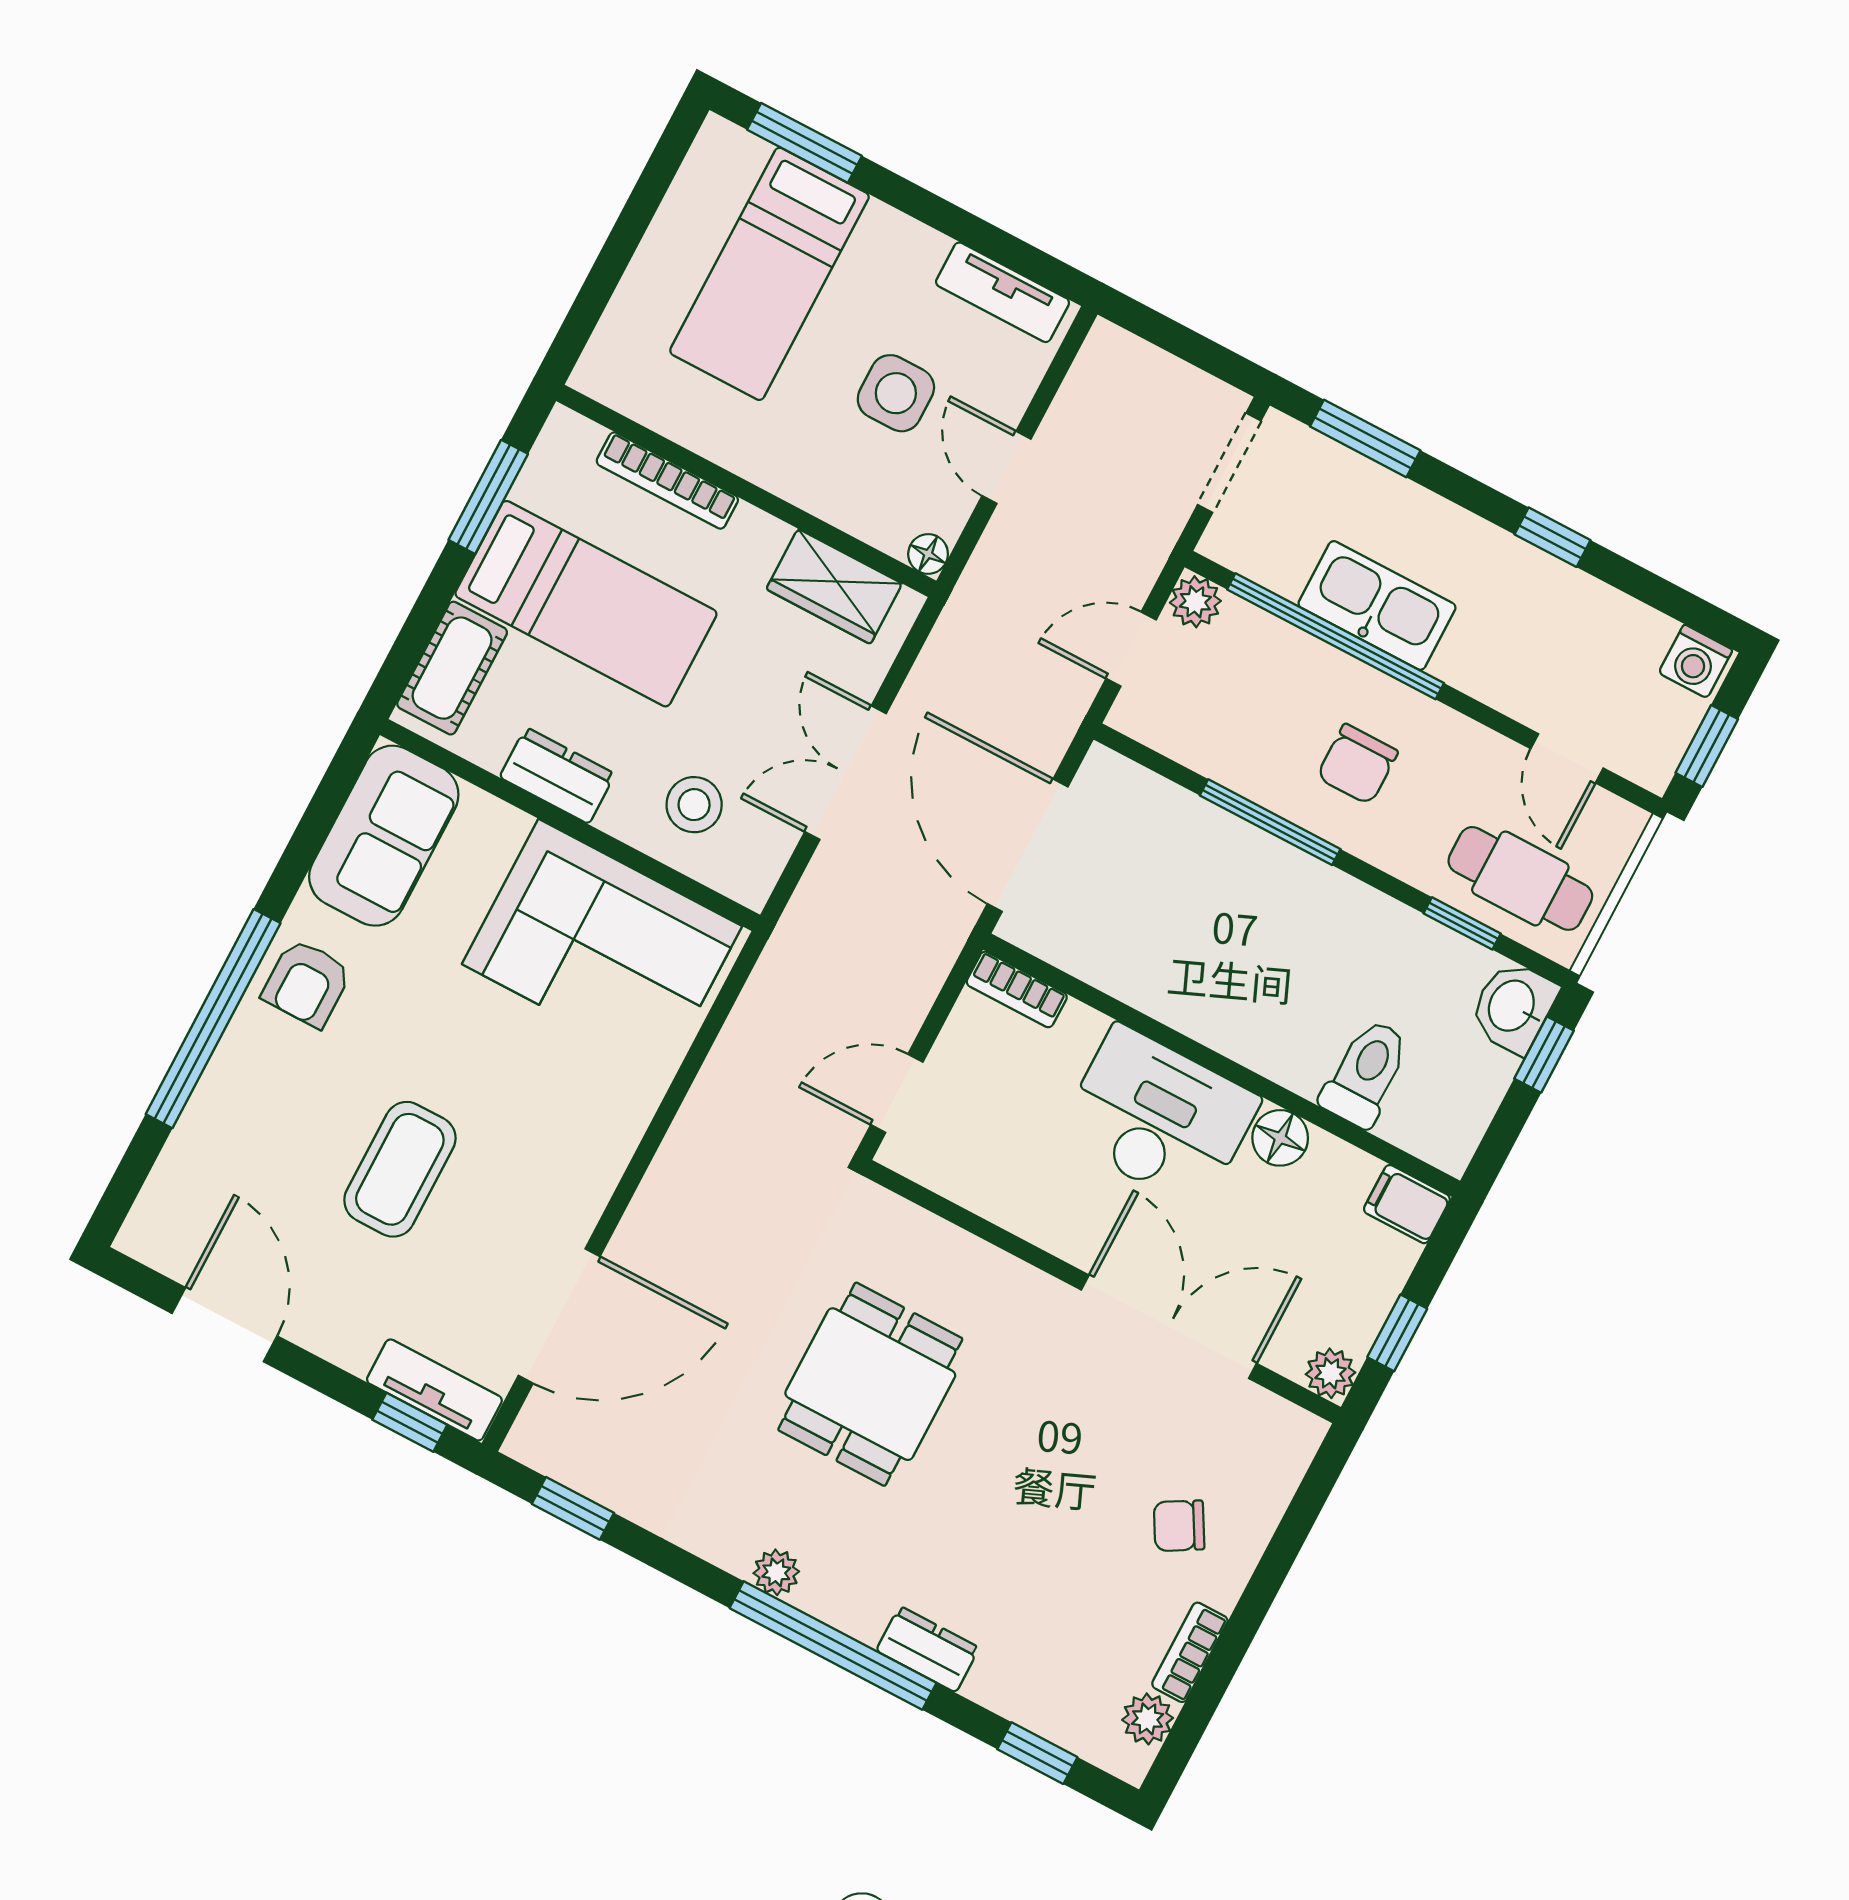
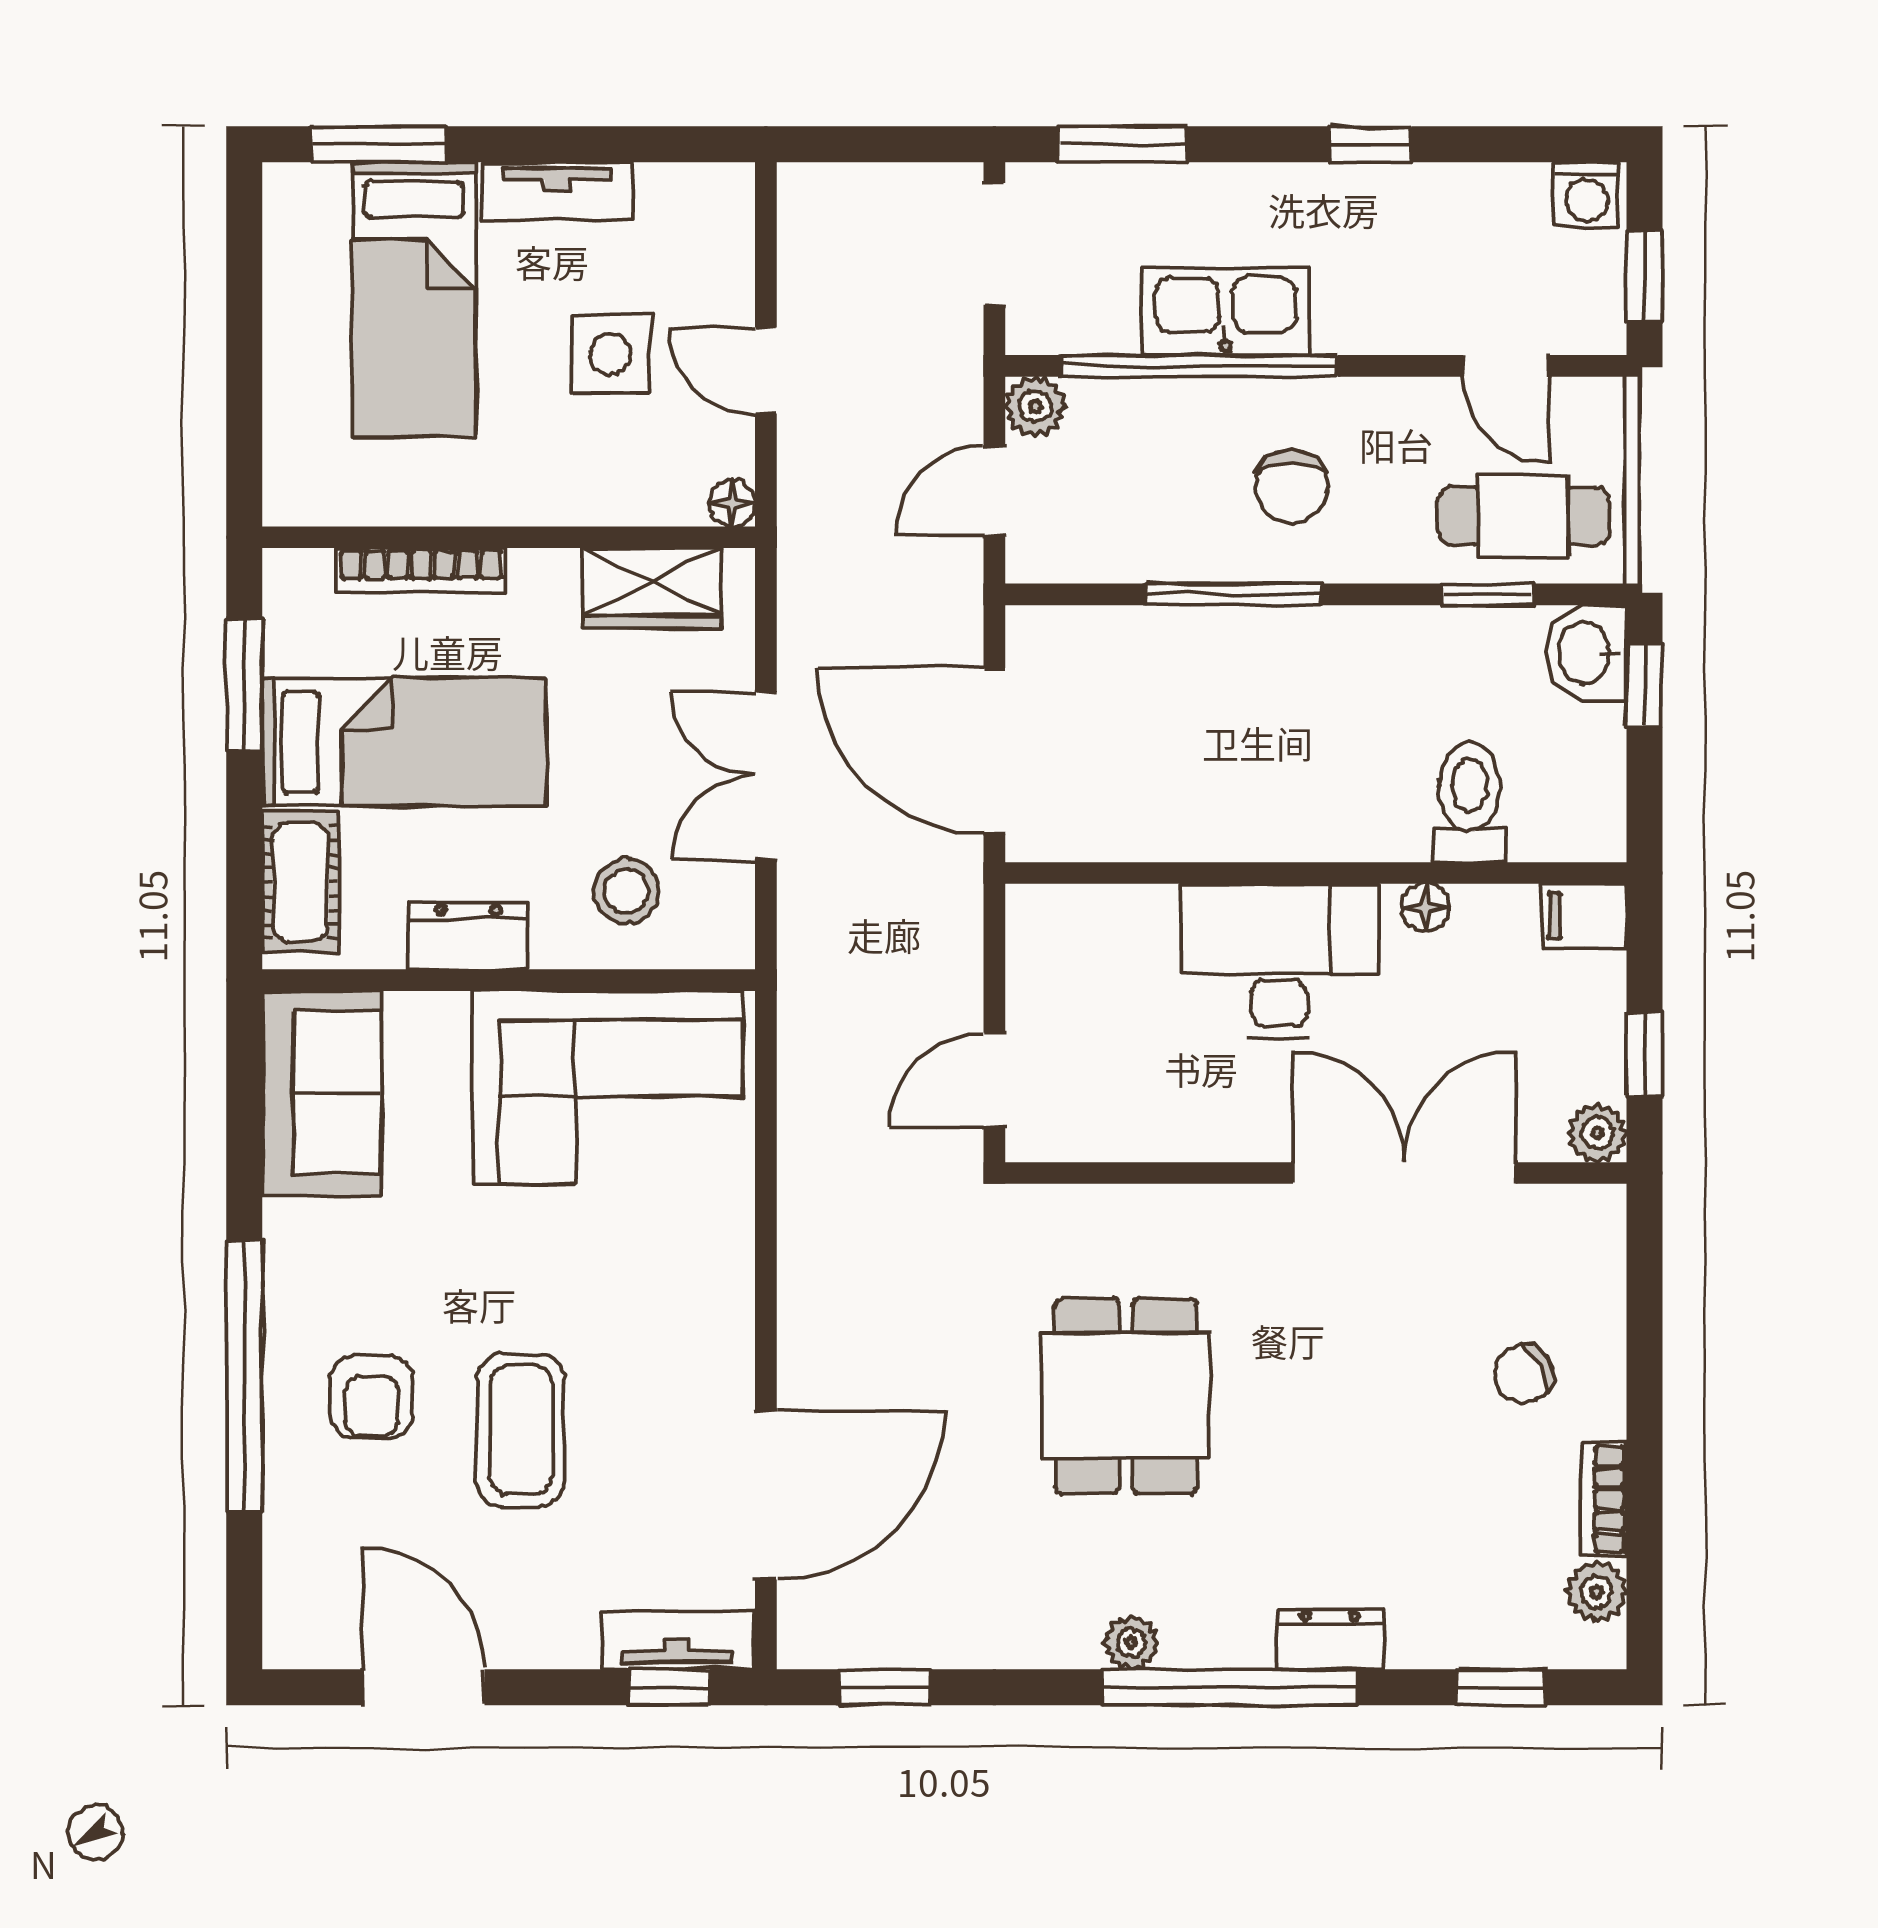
tv unit: (1003, 292) -> (557, 191), moved
armchair: (307, 983) -> (372, 1396), moved
bookcase: (1017, 989) -> (1062, 906), removed
floor lamp: (1280, 1138) -> (1425, 908), width x0.73, depth x0.73

